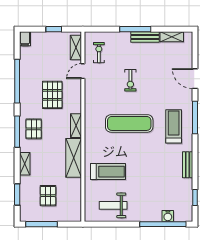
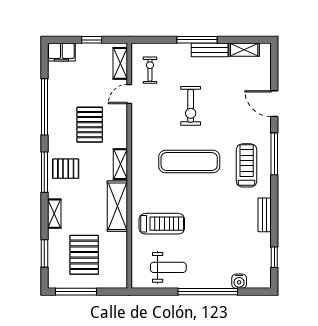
filing cabinet: (25, 39) -> (61, 52), width x2.00
exercise bike: (130, 80) -> (191, 106), width x1.38, depth x1.39
pallet: (34, 129) -> (66, 169), turned 90
pallet: (48, 196) -> (84, 255), width x1.50, depth x1.42
weight bench: (113, 205) -> (168, 267), turned 180
window: (163, 224) -> (208, 292), moved

